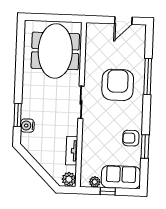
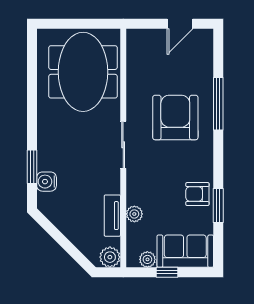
plant: (87, 150) -> (134, 214), added

